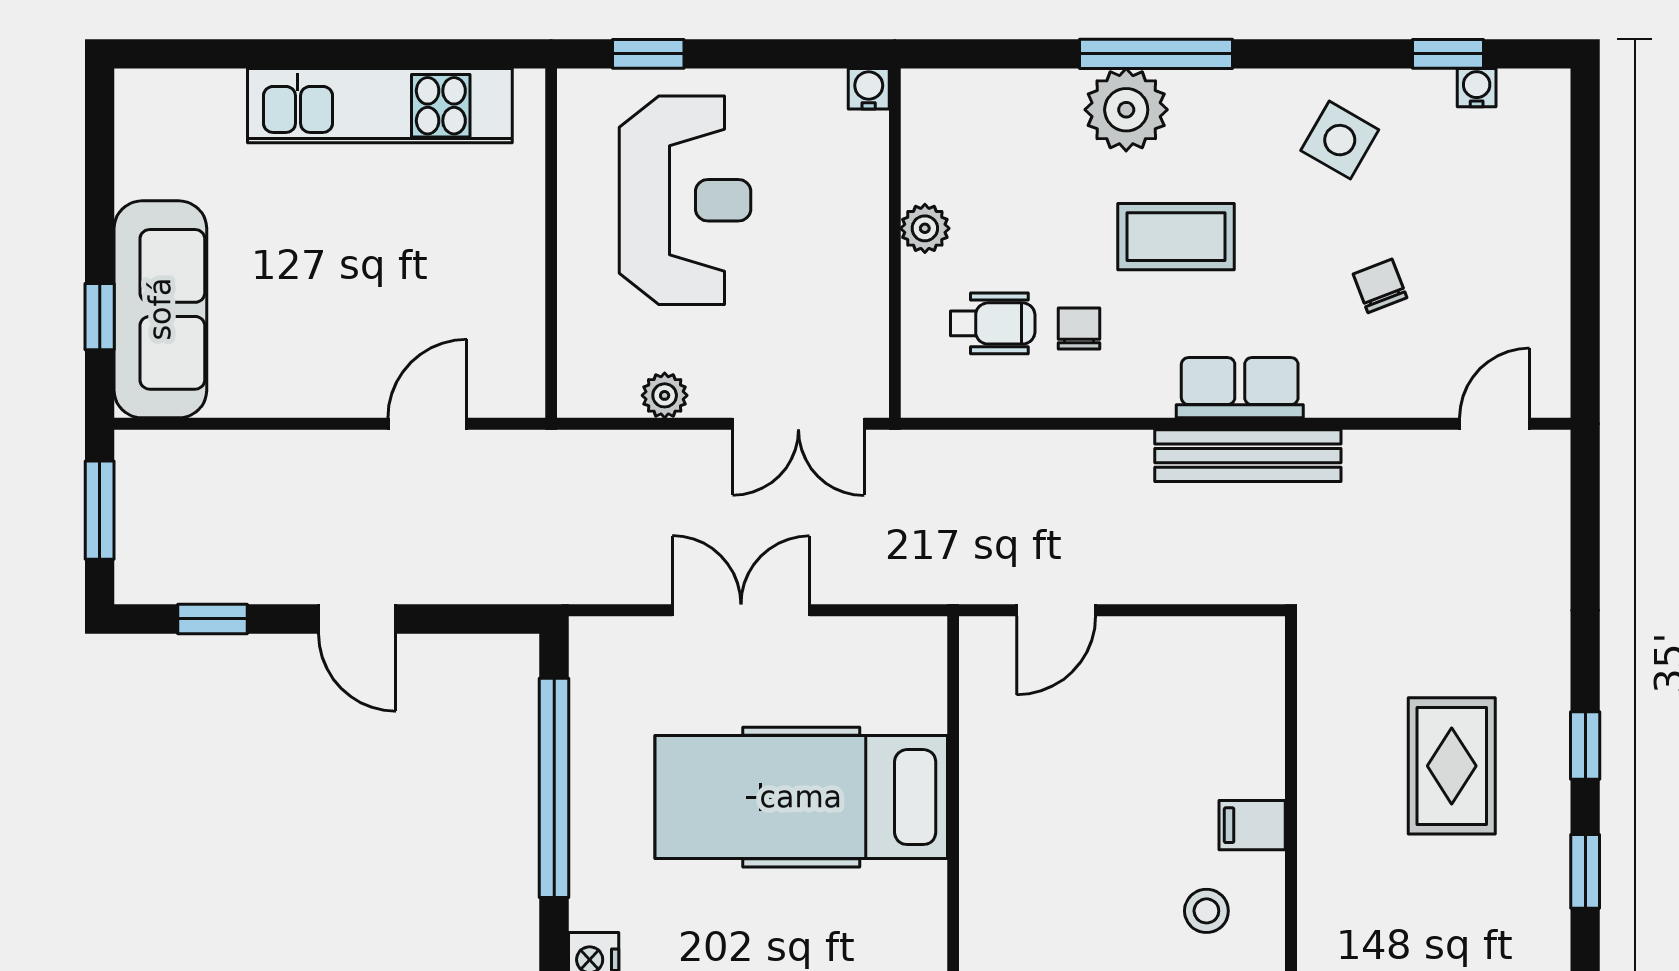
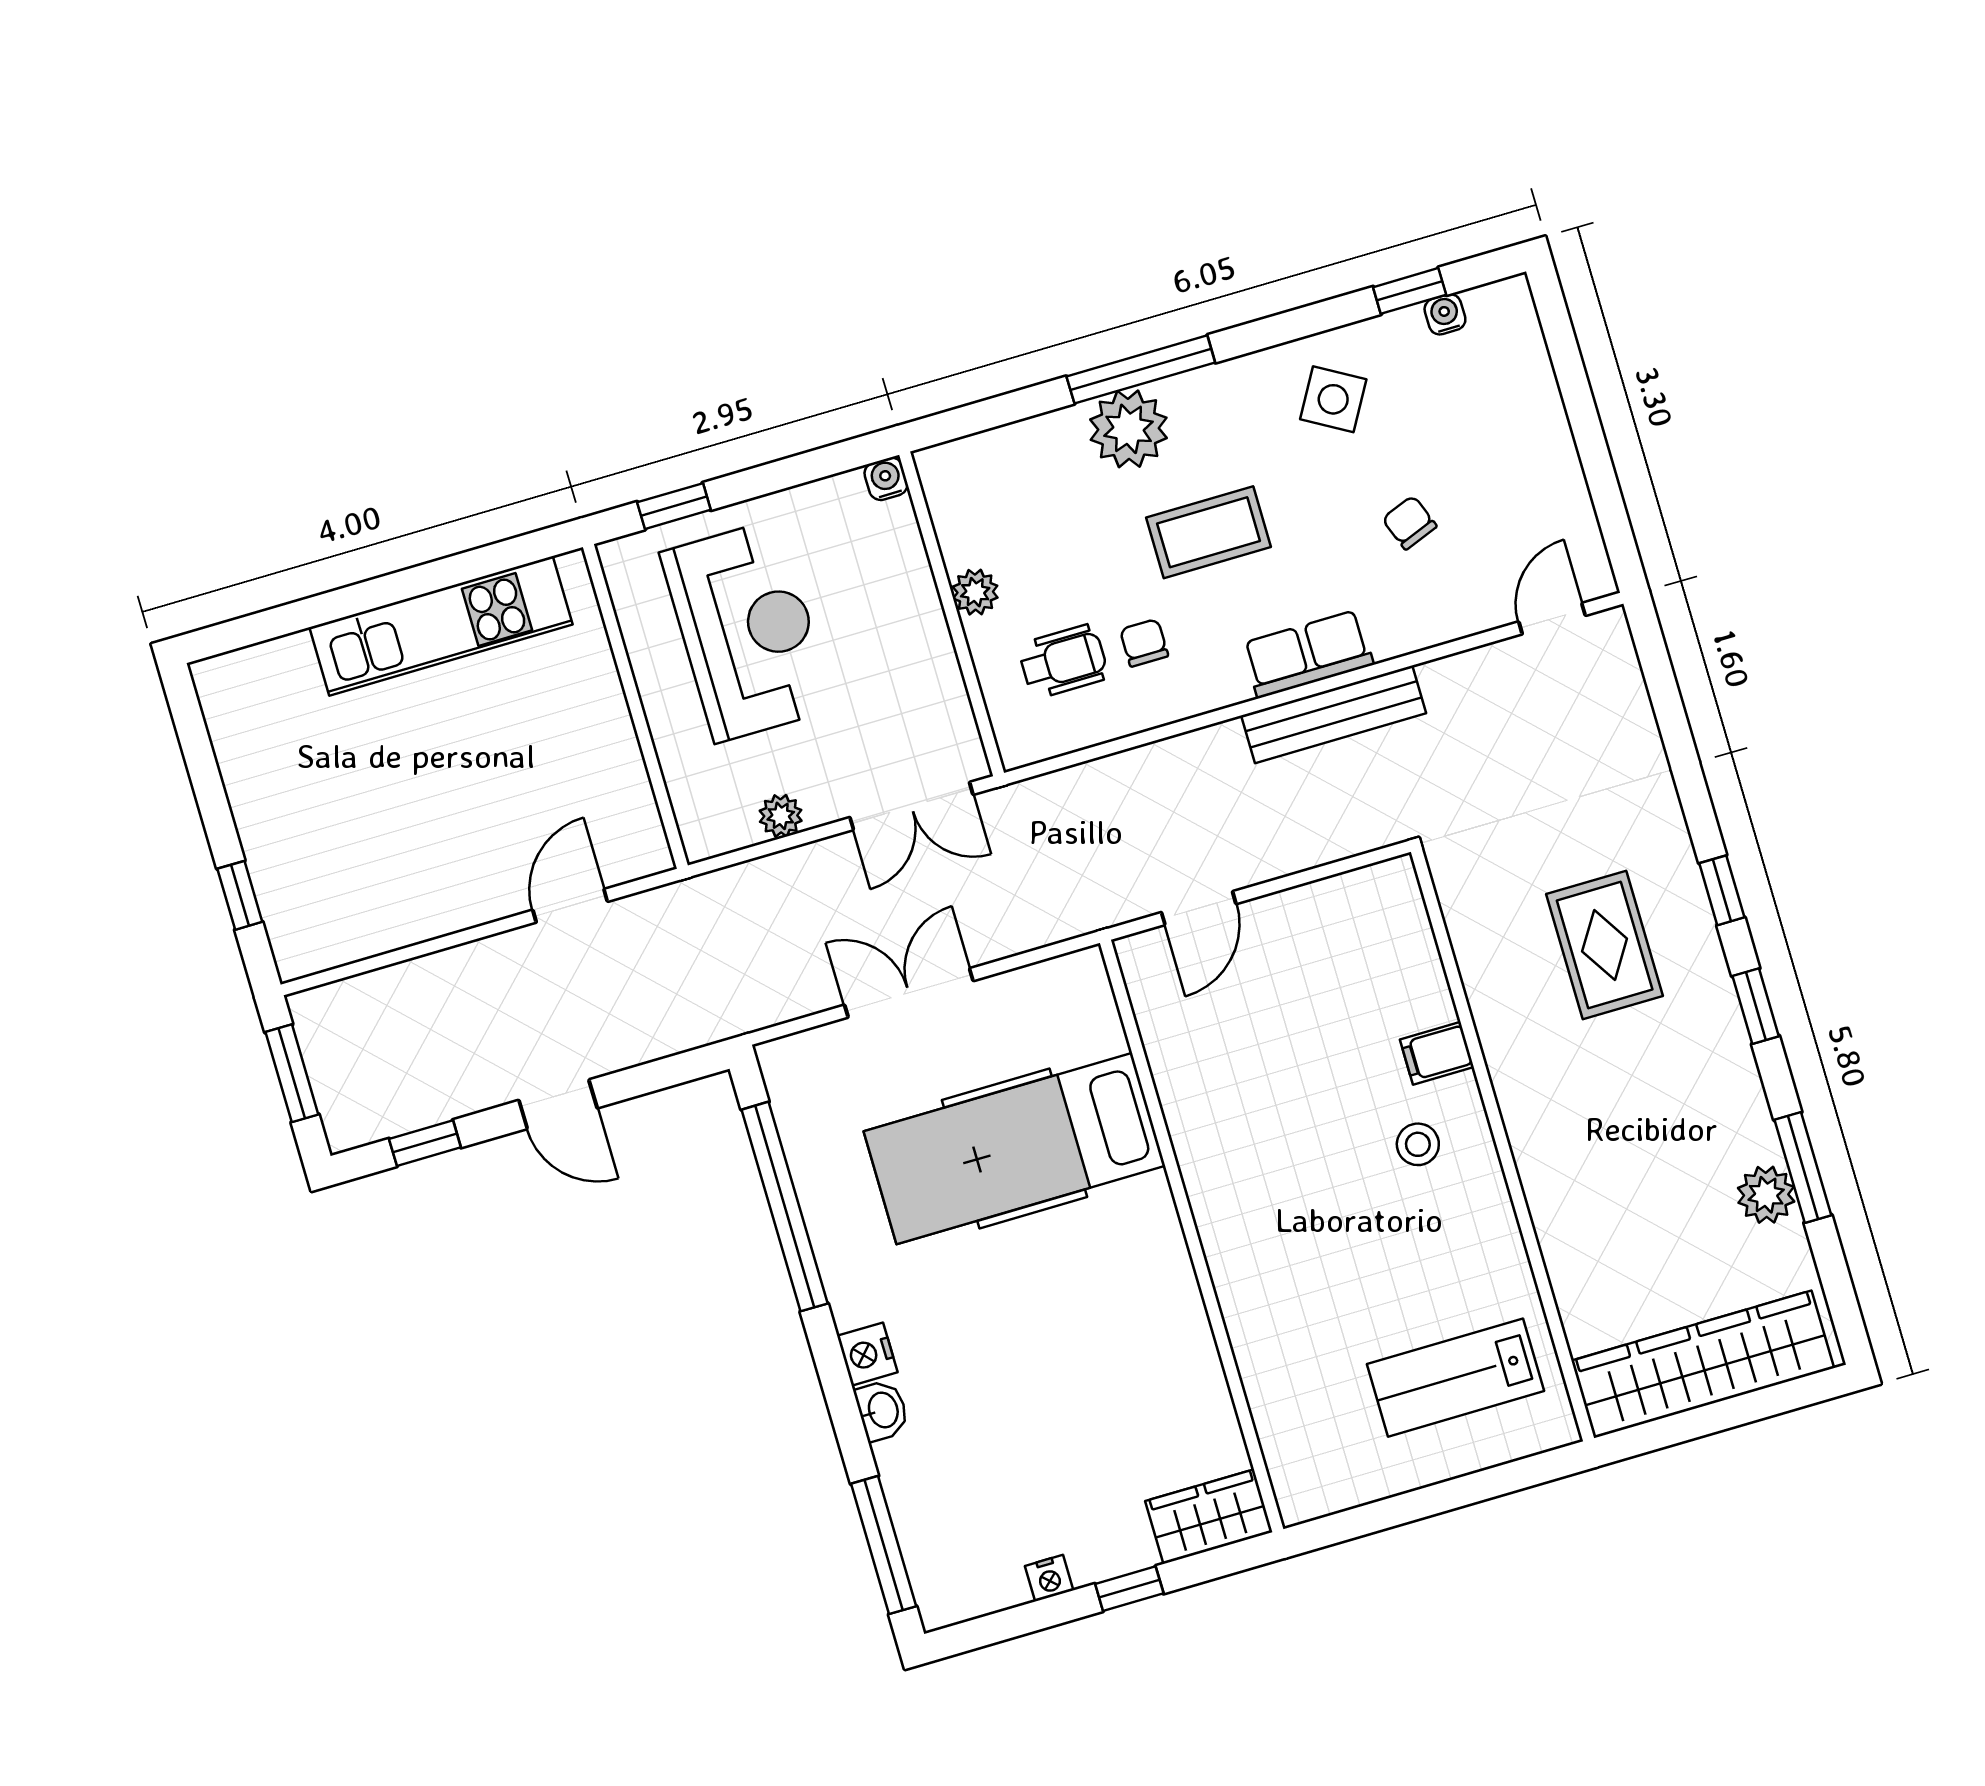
sofa: (160, 309) -> (294, 872), removed

